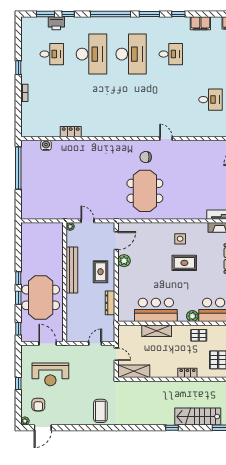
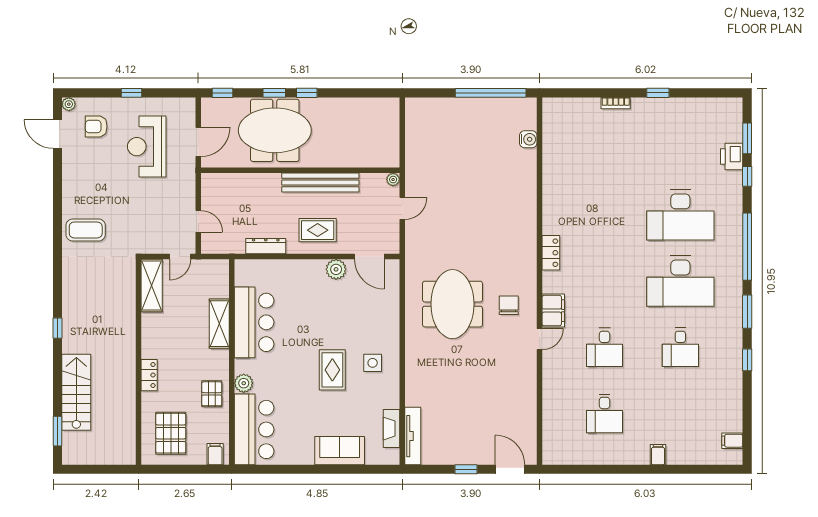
filing cabinet: (200, 23) -> (553, 311), moved, turned 180
desk: (52, 54) -> (605, 347), moved
locker: (71, 132) -> (551, 253), moved
meeting table: (145, 191) -> (453, 304), turned 90
window: (172, 428) -> (58, 328), moved

